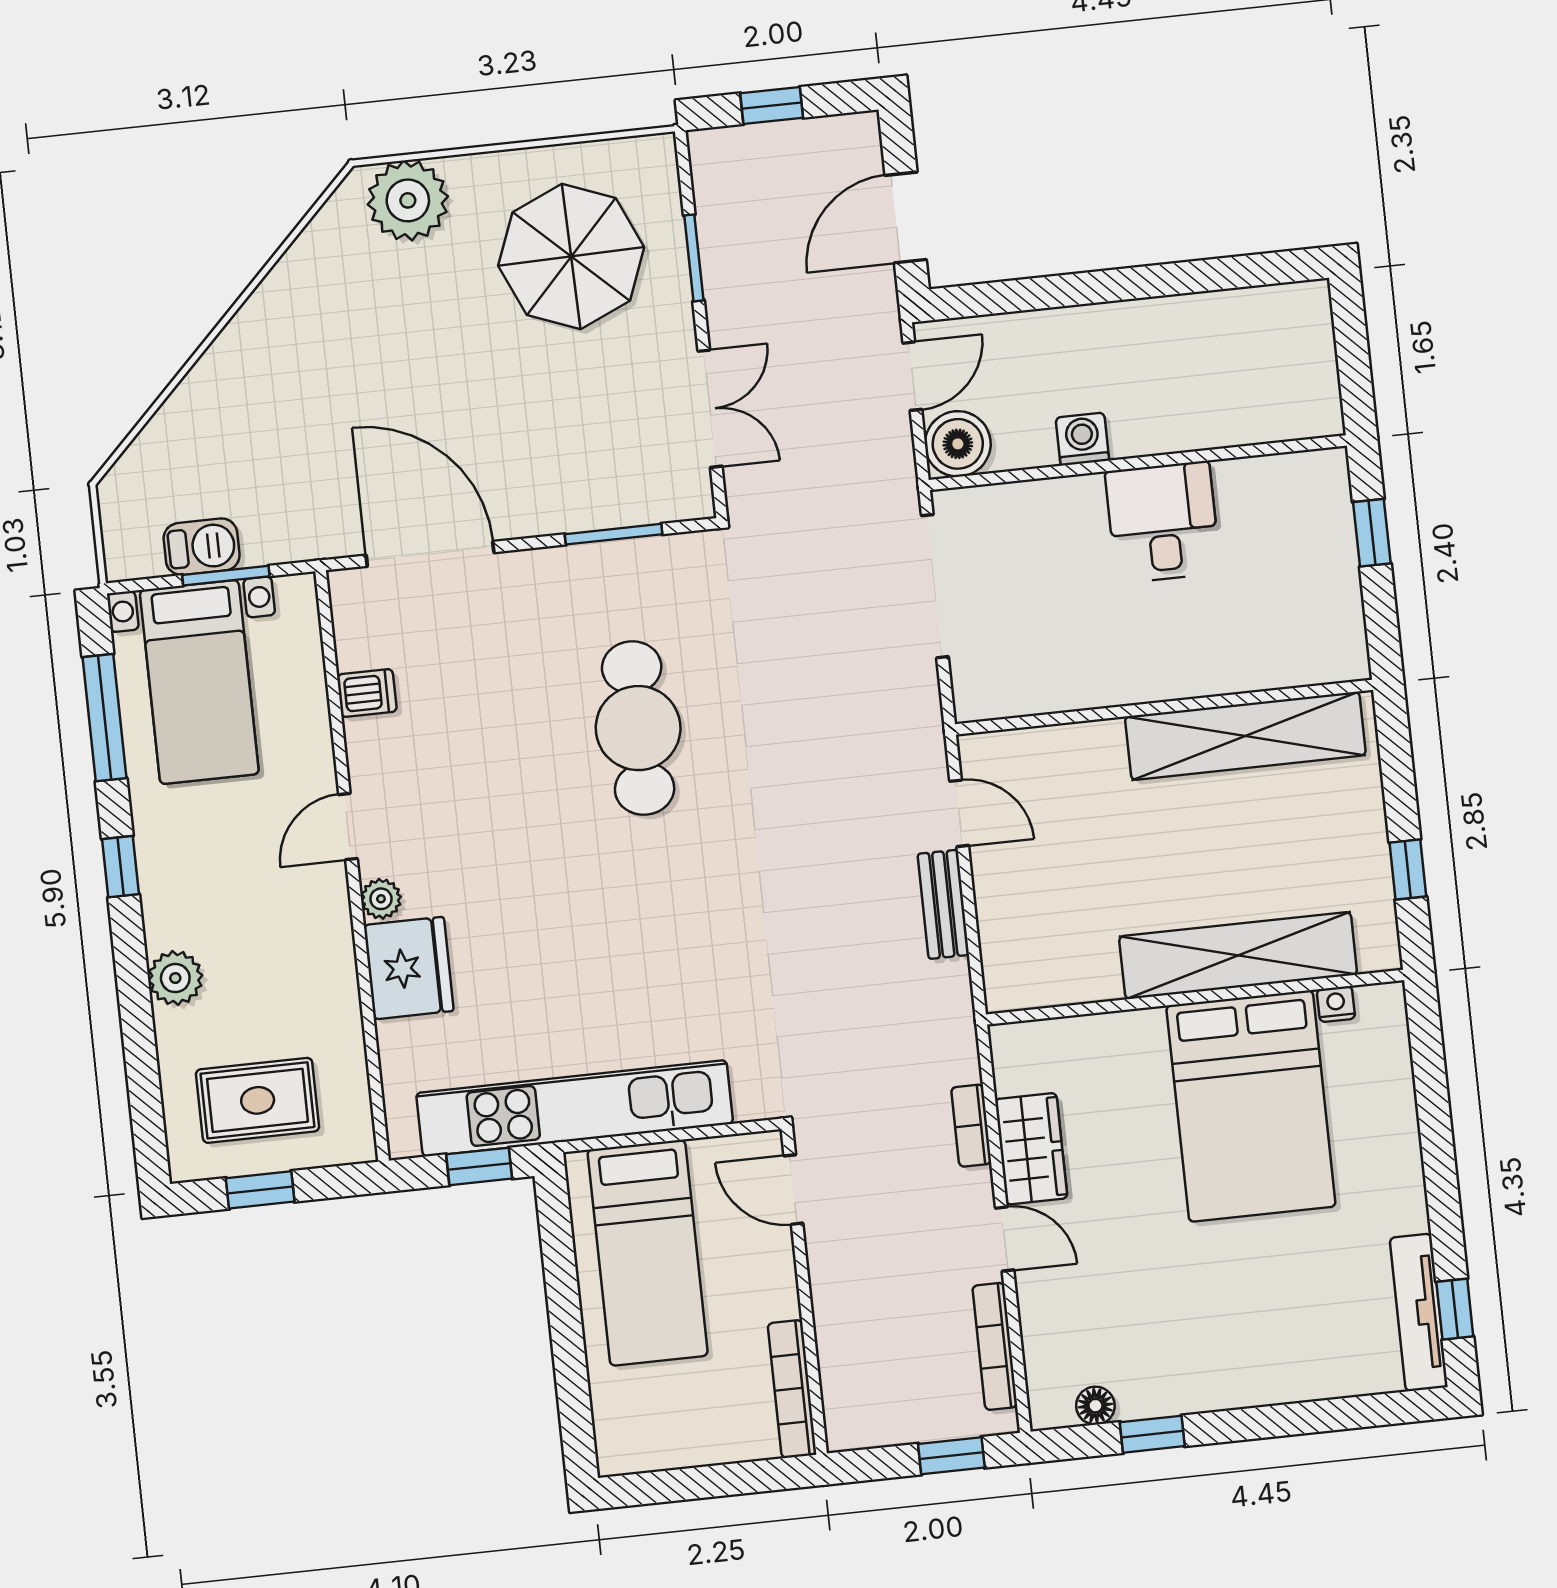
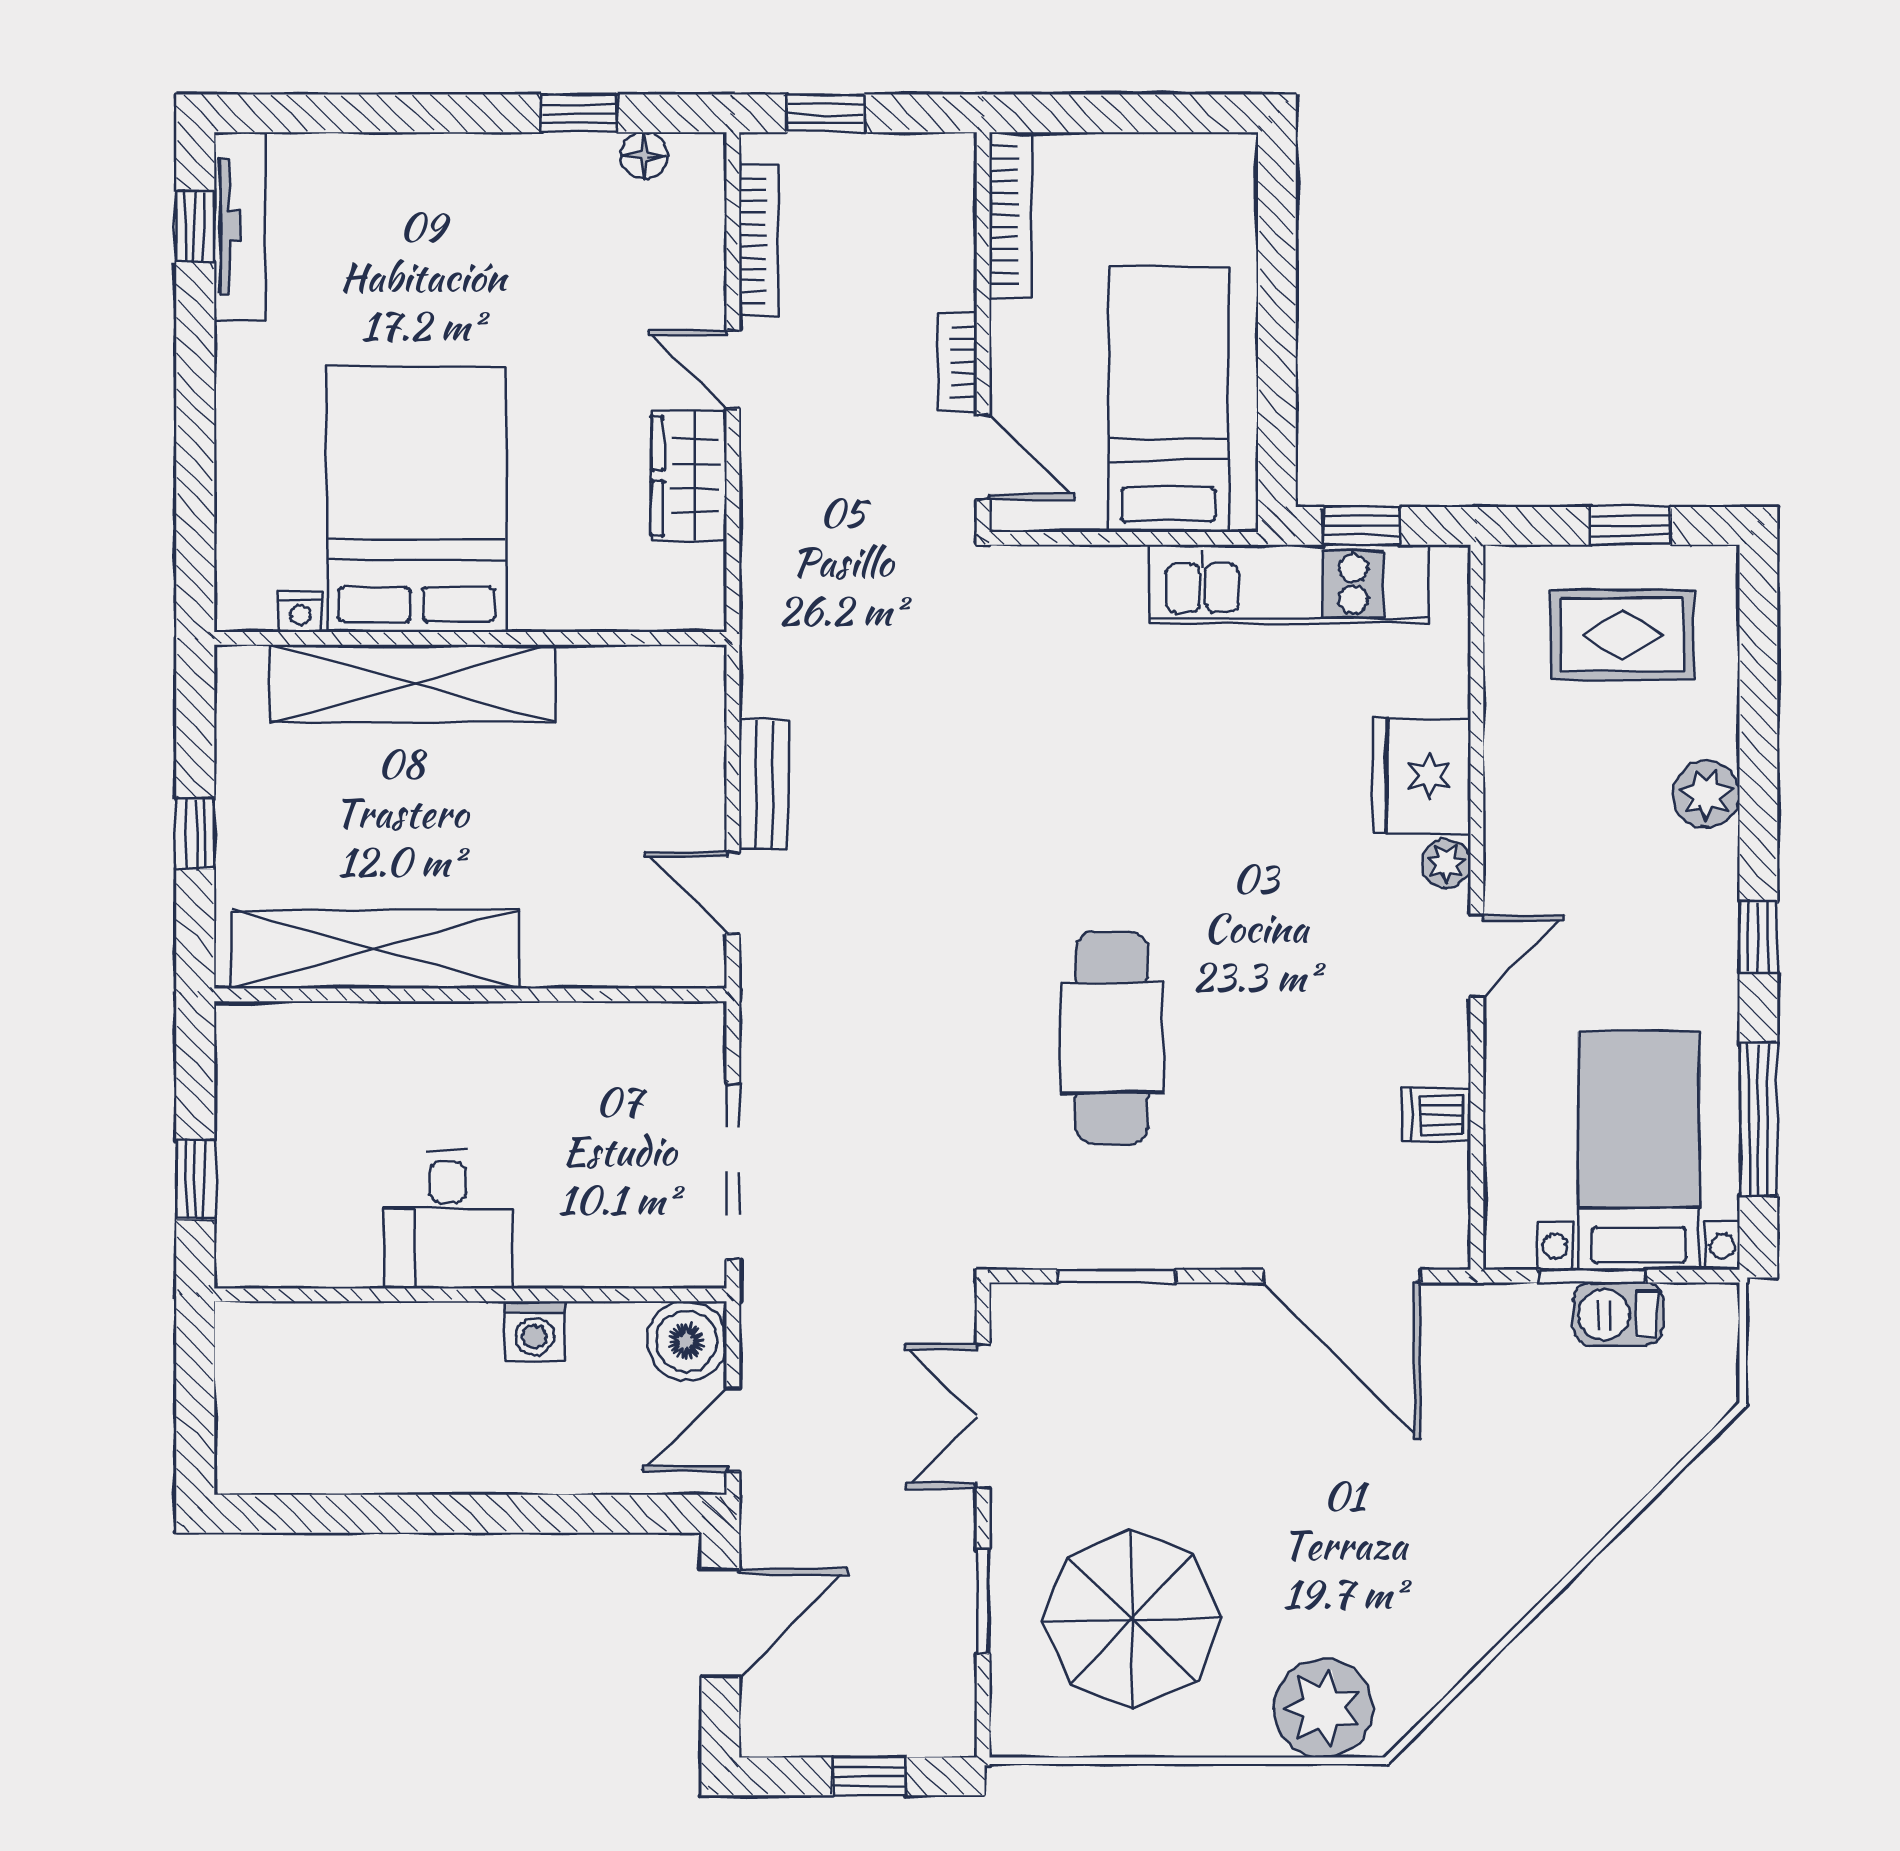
window: (1408, 869) -> (195, 834), moved
kitchen unit: (575, 1108) -> (1289, 584), width x0.73
bookcase: (971, 1126) -> (957, 362), moved, turned 180

